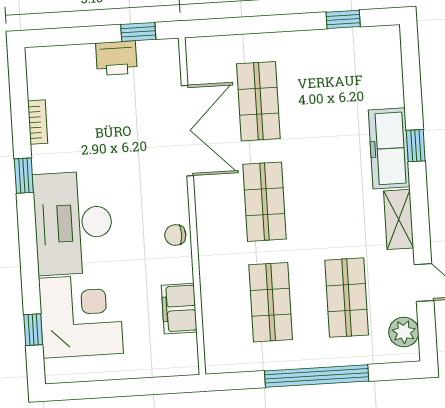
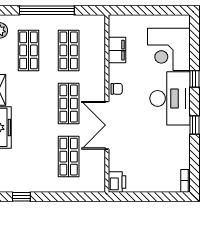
window: (138, 32) -> (130, 197), removed
printer: (116, 58) -> (117, 182), moved, turned 90
bookcase: (38, 122) -> (185, 181), moved
double door: (187, 131) -> (107, 125), moved
window: (33, 330) -> (194, 79), moved

